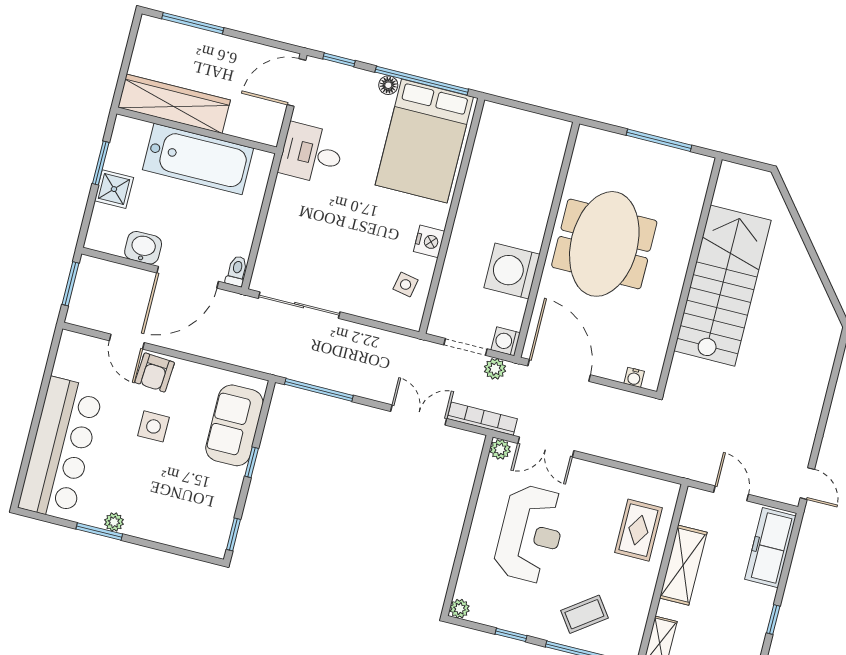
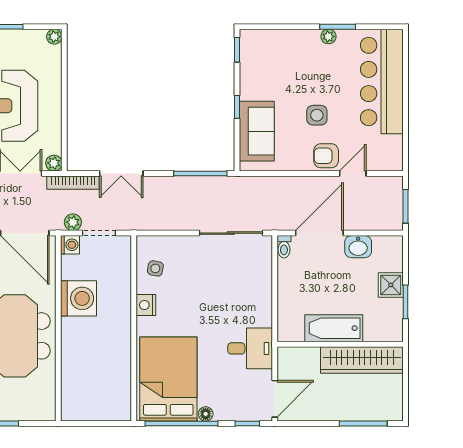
bathtub: (198, 159) -> (334, 328), width x0.73, depth x0.73
door: (127, 342) -> (353, 174), hinge flipped
armchair: (155, 372) -> (326, 156), turned -94

